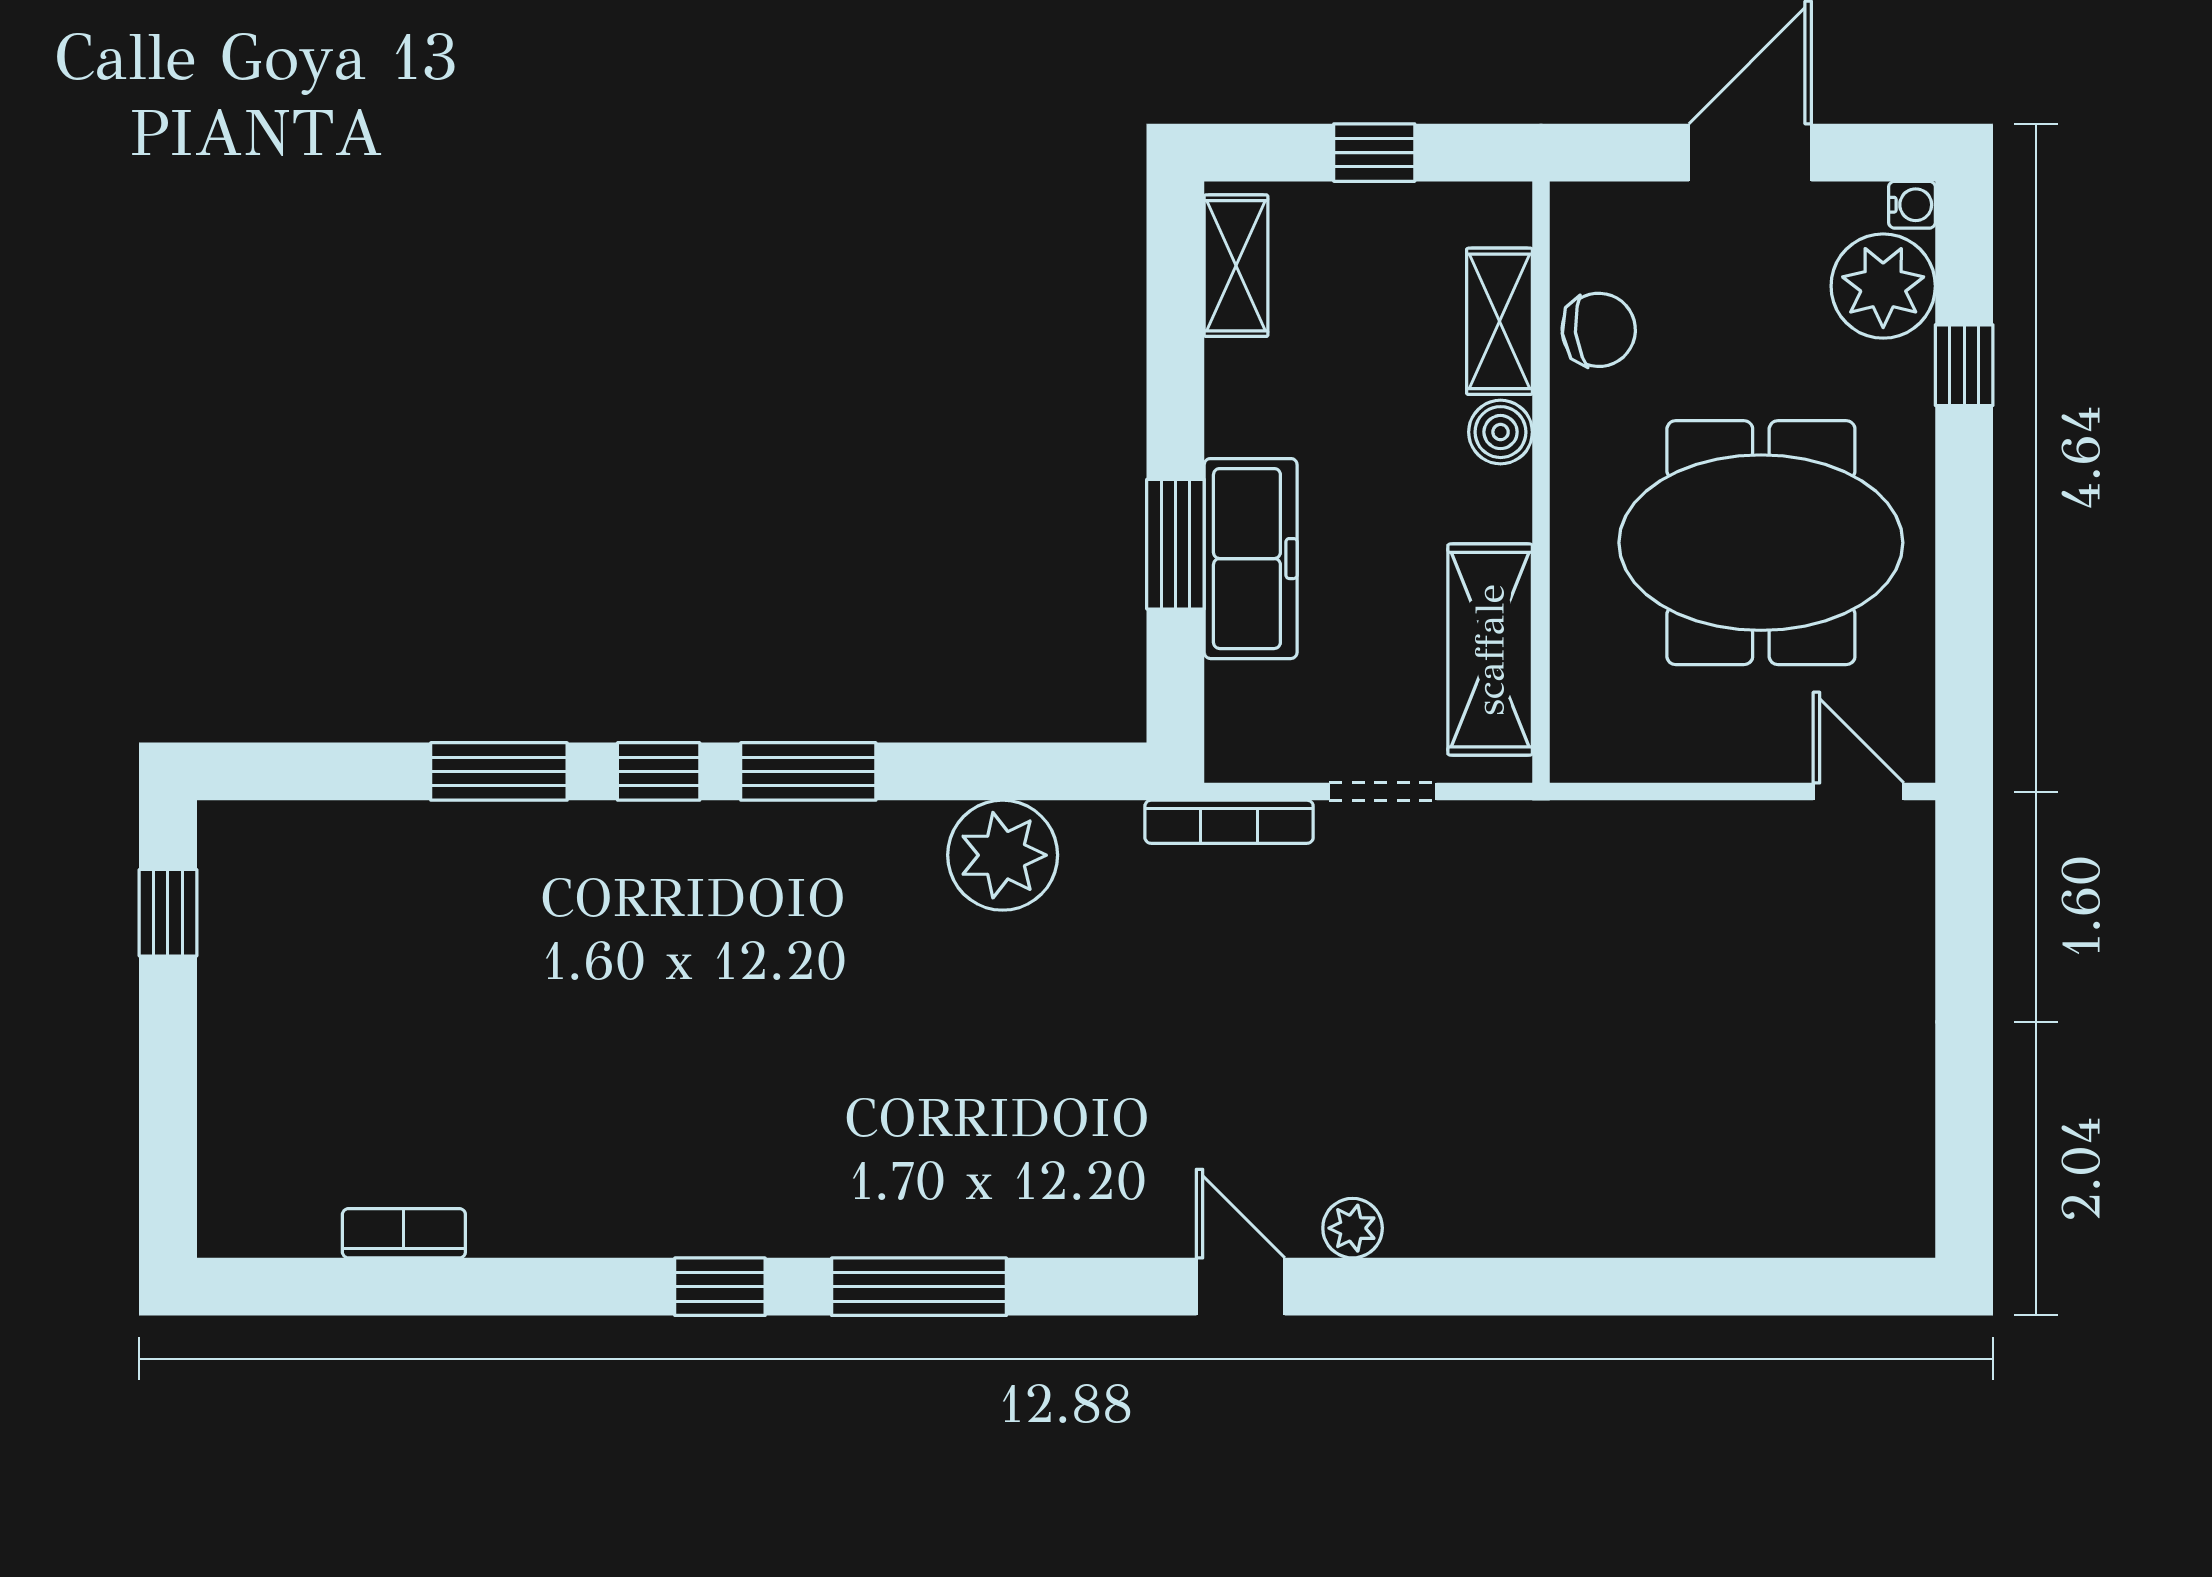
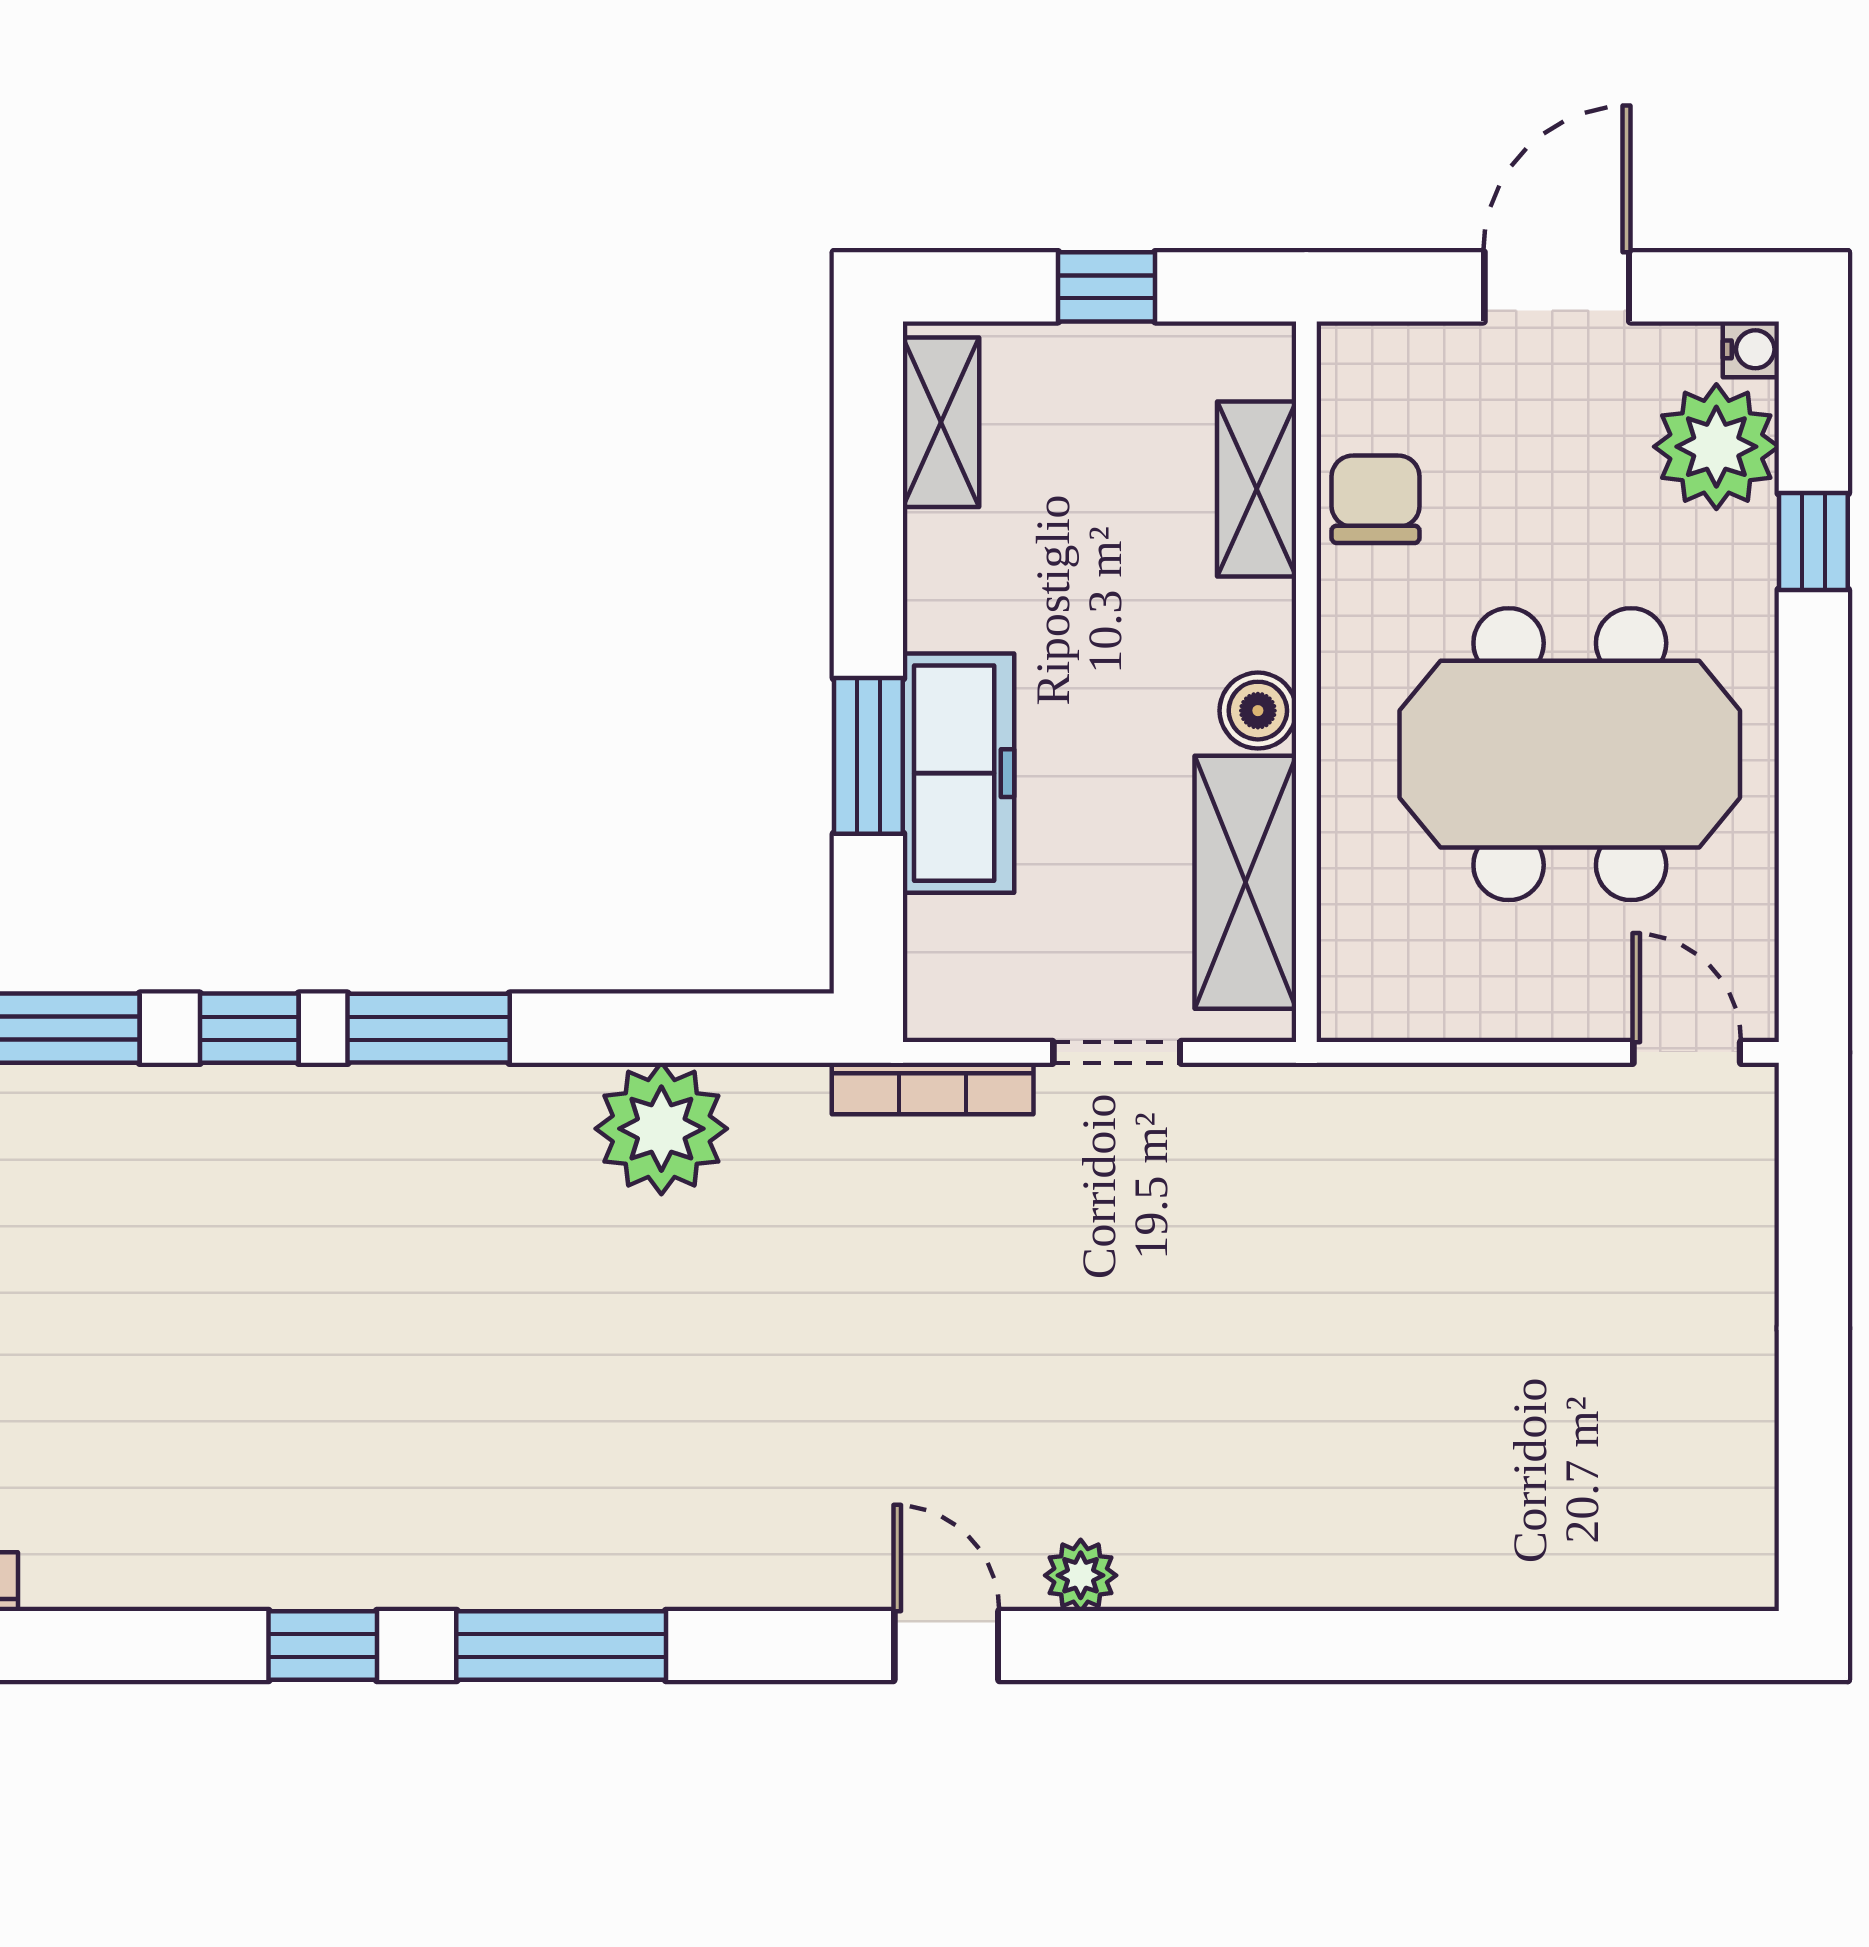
chair: (1599, 330) -> (1376, 499), turned -84
boiler: (1501, 432) -> (1258, 711), moved

